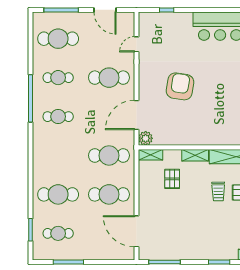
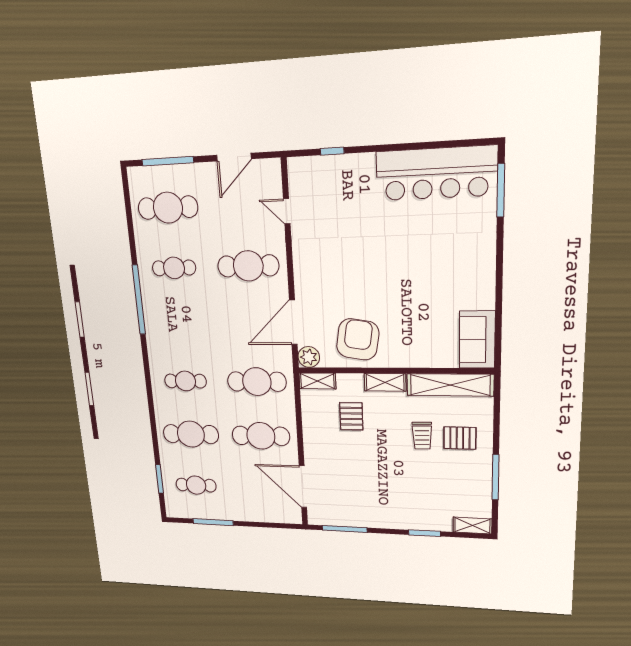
door: (105, 10) -> (234, 157), hinge flipped
door: (136, 44) -> (287, 211), hinge flipped
armchair: (180, 86) -> (358, 339), moved
cafe table: (58, 117) -> (185, 381), moved

